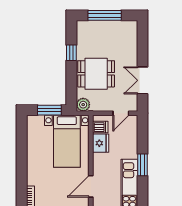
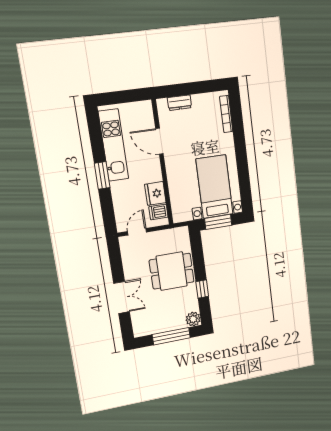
double door: (142, 80) -> (122, 298), moved
plant: (83, 105) -> (193, 319), moved
bed with nightstands: (67, 141) -> (214, 187), moved
door: (91, 186) -> (159, 141), swing flipped

